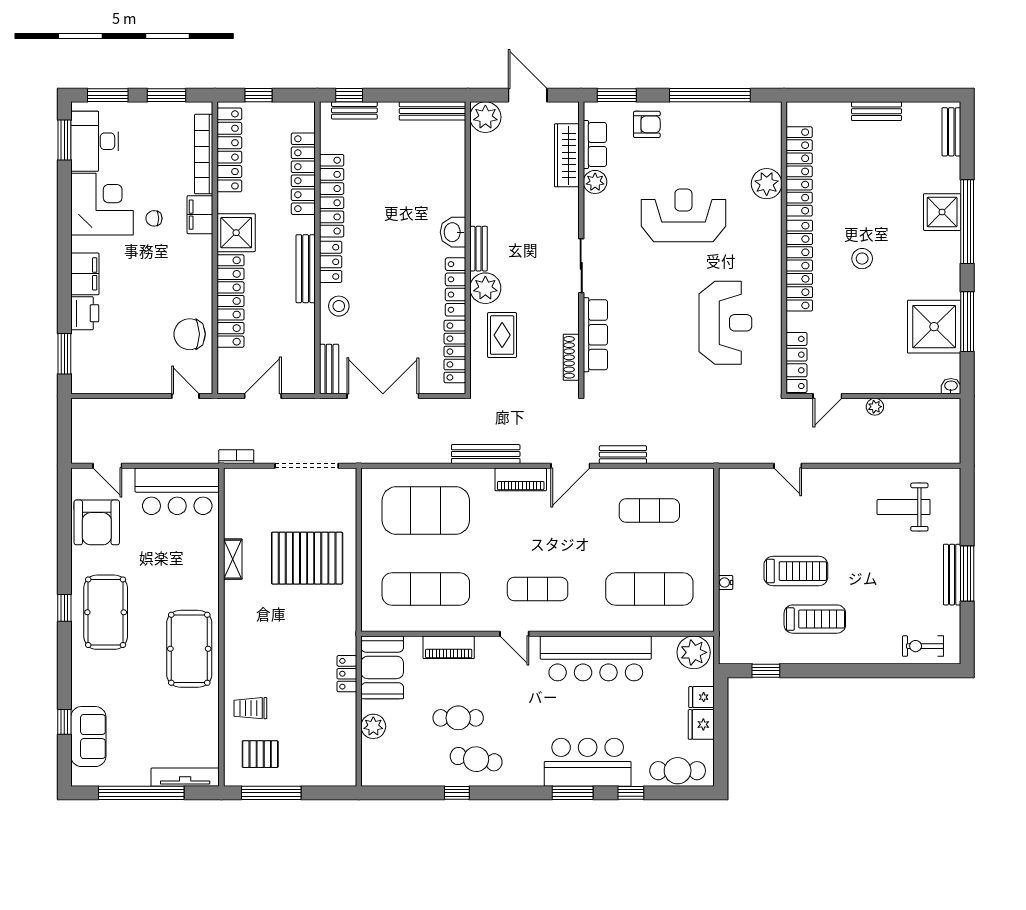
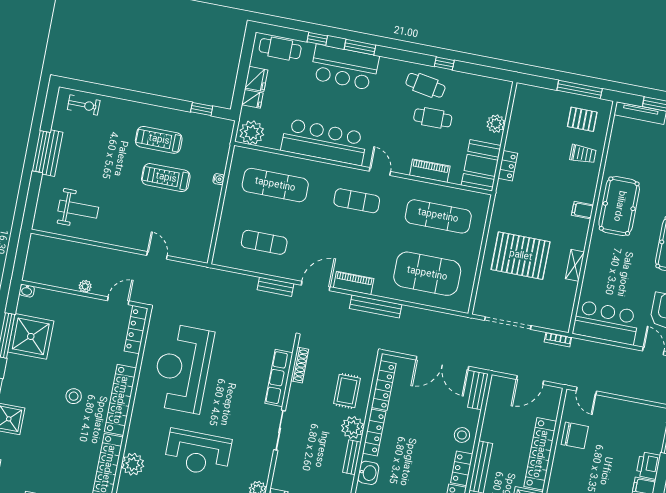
reception desk: (725, 323) -> (182, 369), width x1.36, depth x1.30
filing cabinet: (237, 634) -> (582, 210), added

